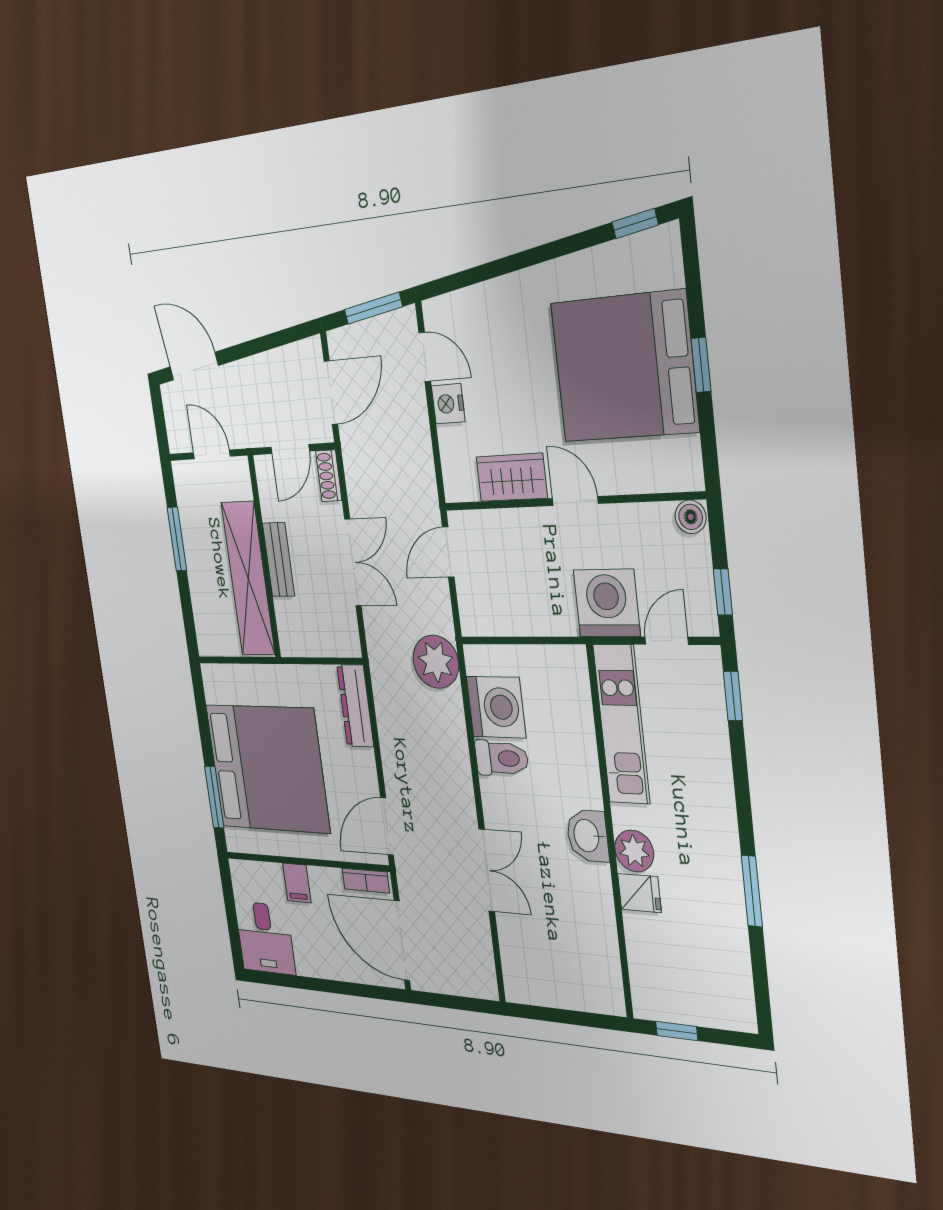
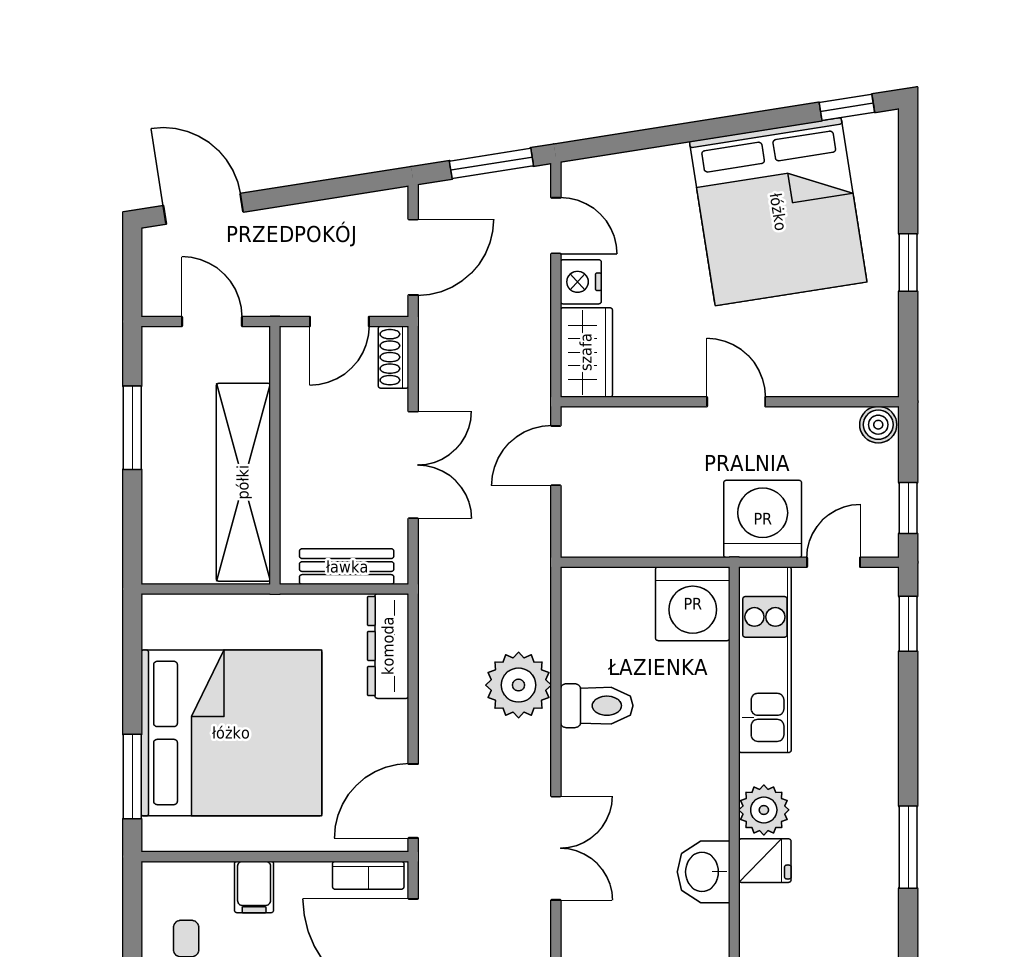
bed: (624, 367) -> (778, 212), moved, turned -99
wardrobe: (512, 477) -> (586, 352), moved, turned 90
bench: (279, 560) -> (347, 567), moved, turned 90
plant: (436, 662) -> (519, 685), moved
washing machine: (496, 707) -> (693, 604), moved, turned 90
washbasin: (587, 836) -> (704, 872), moved

